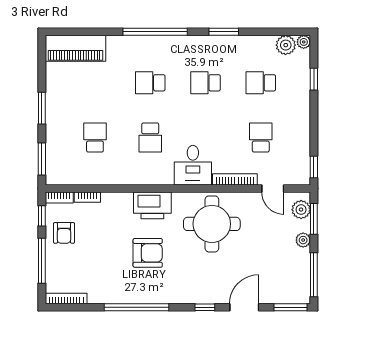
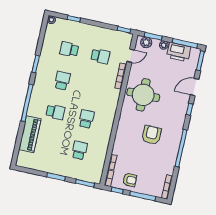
plant: (286, 45) -> (51, 30), removed
piano: (75, 48) -> (30, 134), moved
school desk: (150, 83) -> (55, 112), turned -90
school desk: (205, 83) -> (62, 81), turned 180
school desk: (261, 83) -> (69, 49), turned 90
school desk: (95, 137) -> (79, 150), turned 90
school desk: (150, 137) -> (86, 119), turned -90
school desk: (261, 137) -> (100, 56), turned 180
desk: (193, 165) -> (107, 98), removed
printer: (152, 205) -> (179, 52), moved, turned 90
door: (244, 307) -> (195, 87), hinge flipped

